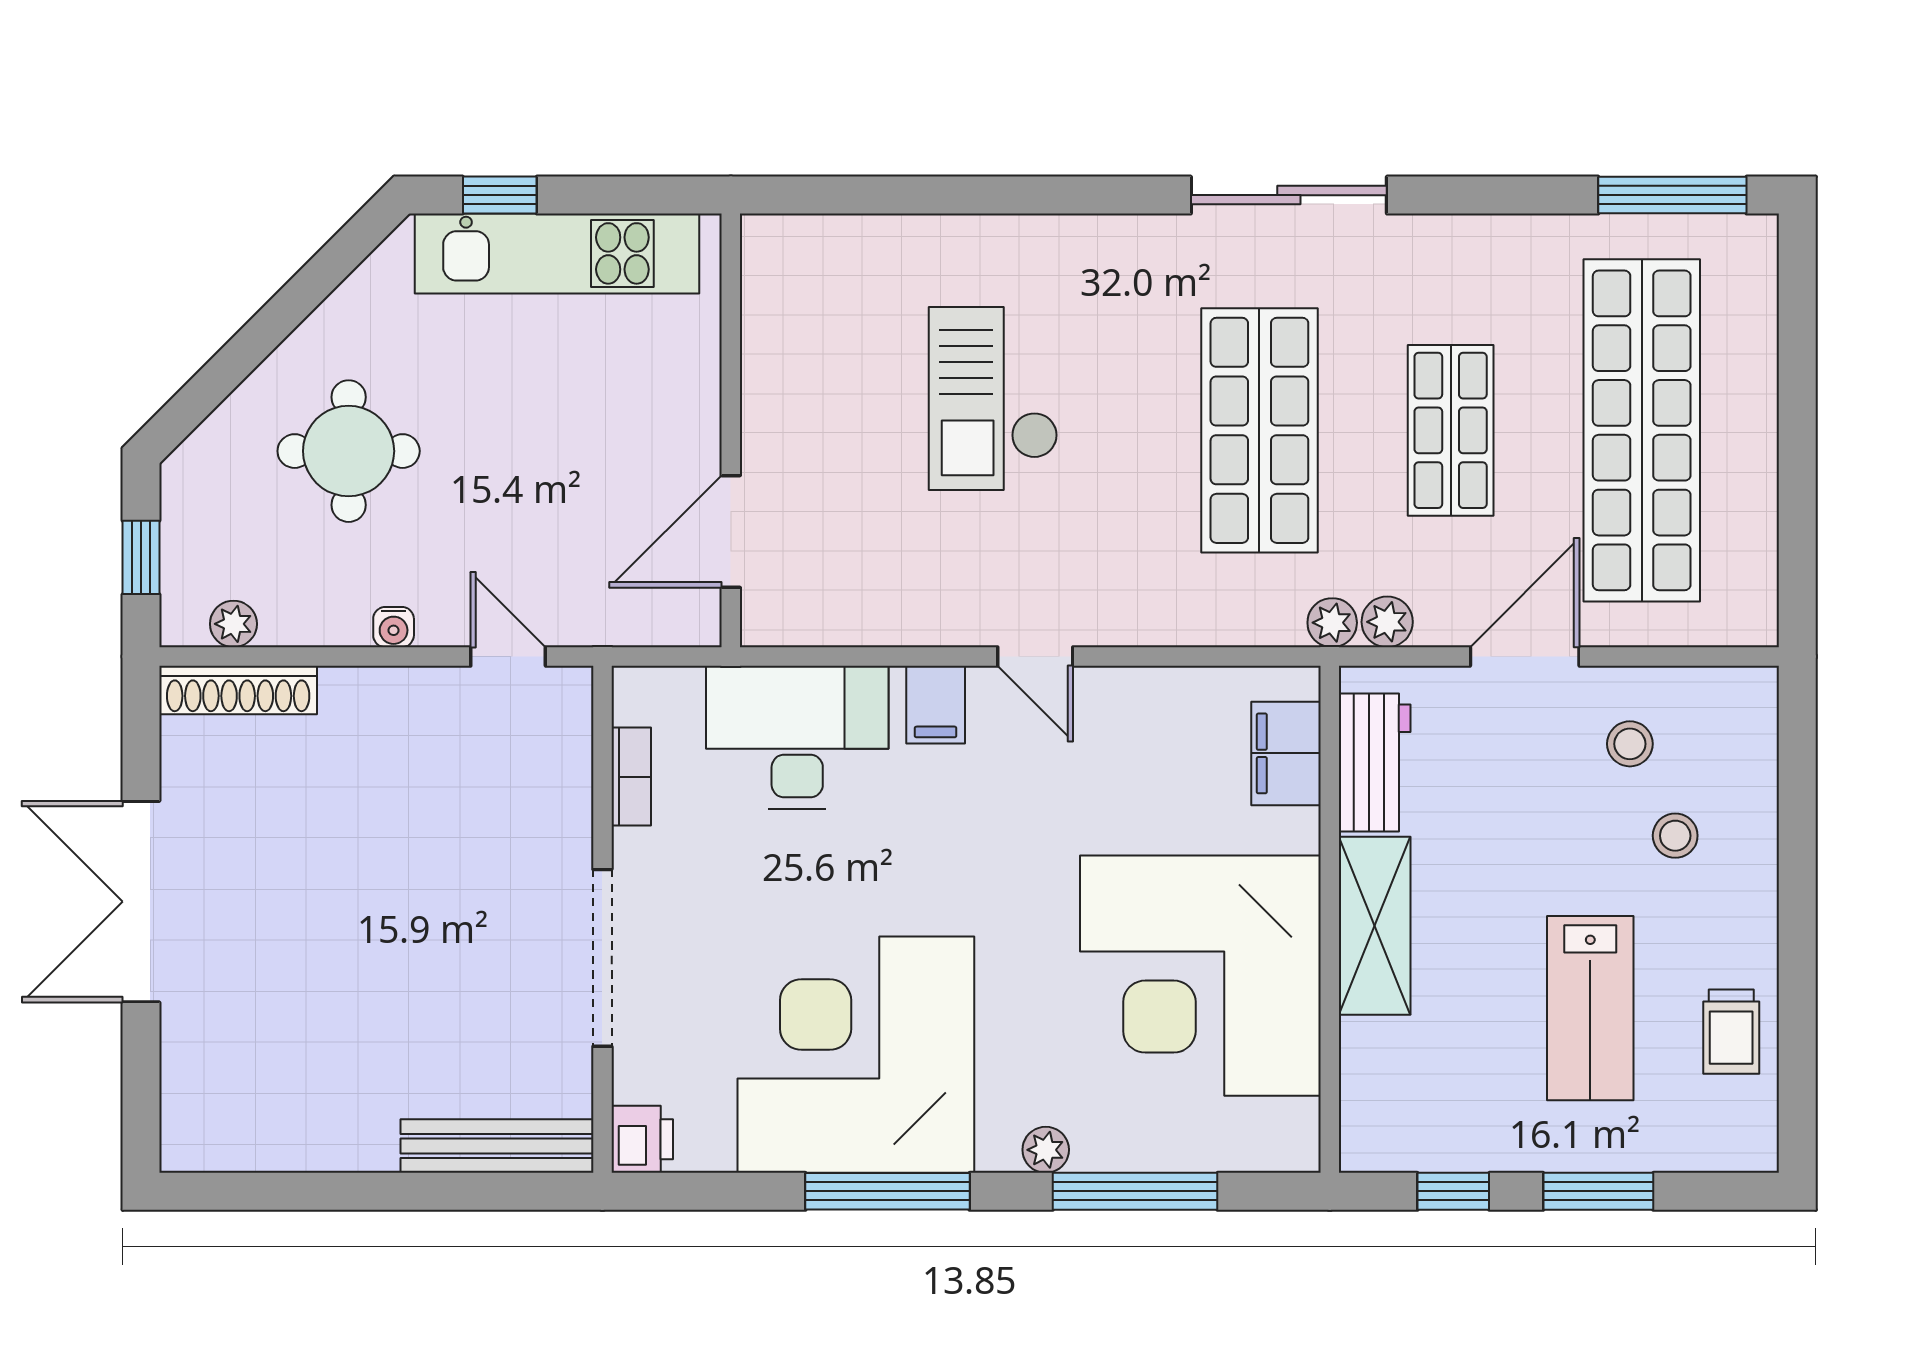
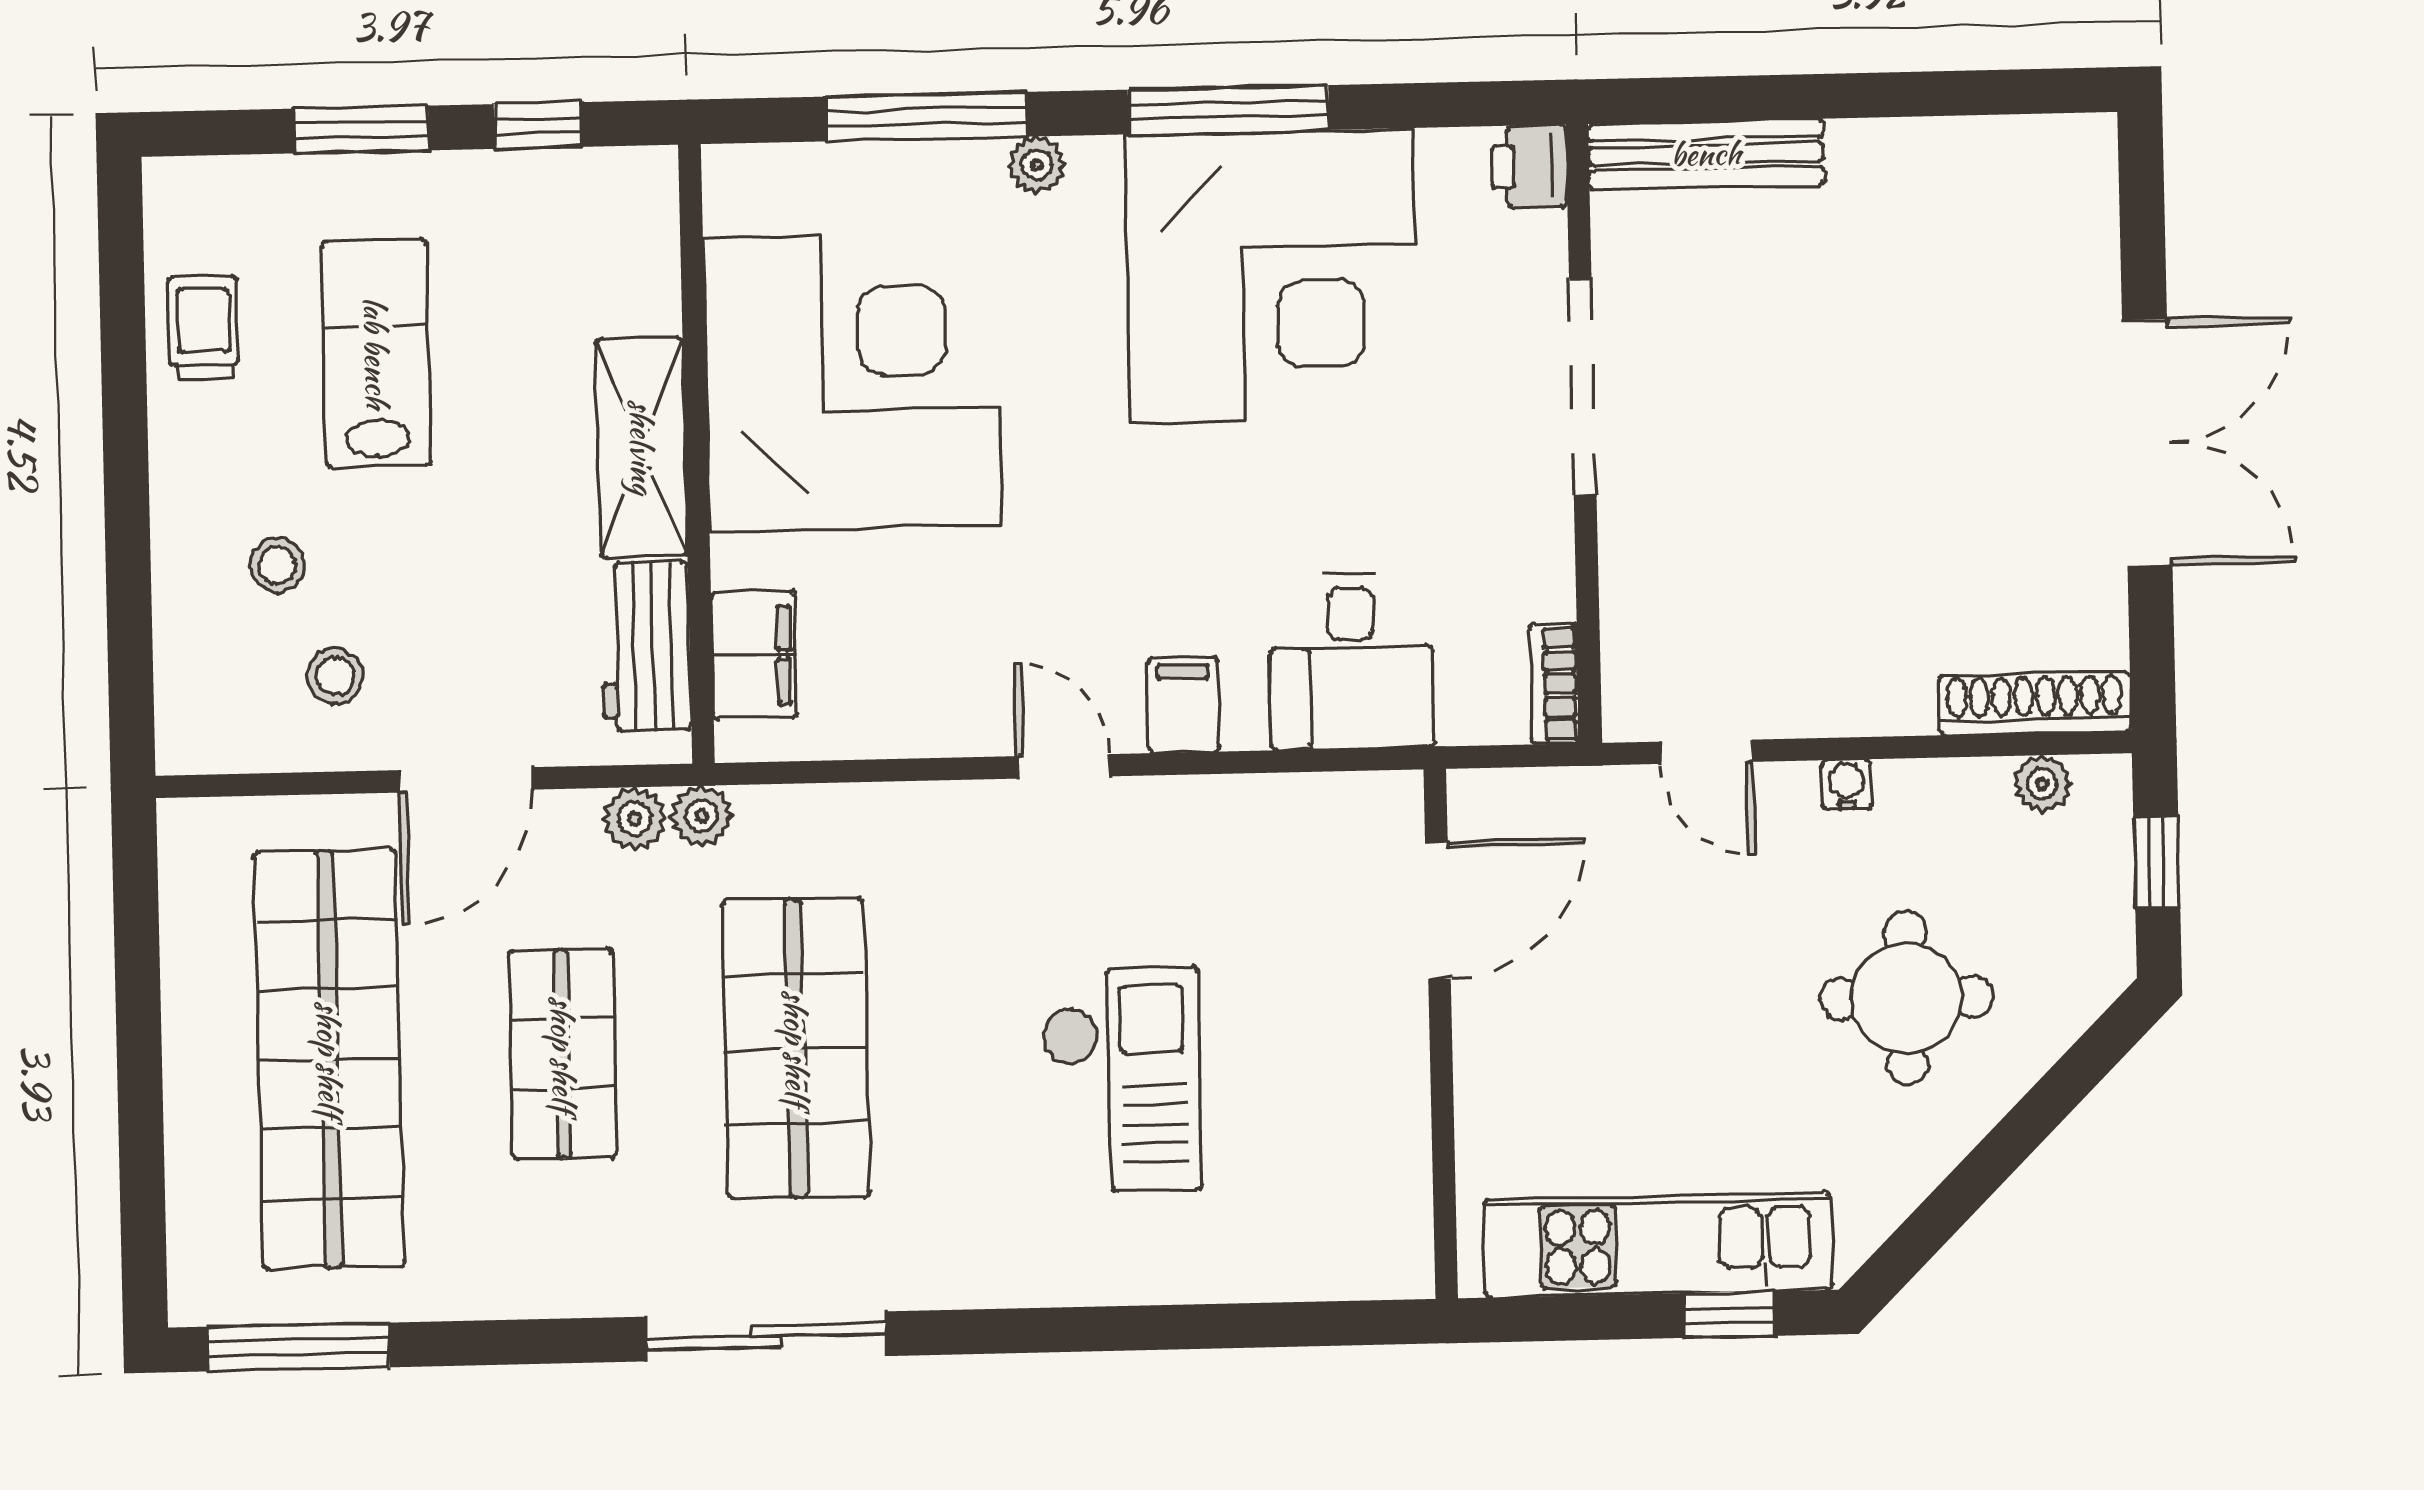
desk: (797, 737) -> (1351, 661), width x0.73
bookcase: (631, 777) -> (1554, 684), moved

